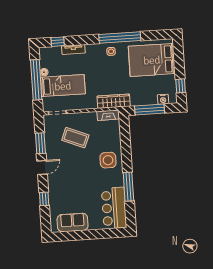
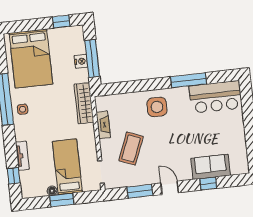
window: (36, 80) -> (62, 200), width x0.47
nightstand: (163, 99) -> (81, 61), moved
fireplace: (108, 115) -> (103, 125), moved
sofa: (73, 222) -> (211, 167), moved, turned 90

